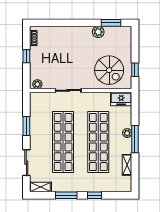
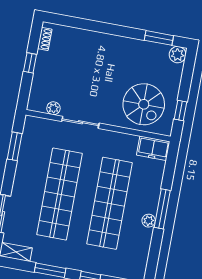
plant: (98, 32) -> (178, 55), moved
plant: (37, 84) -> (53, 108), moved
window: (26, 126) -> (15, 146), moved
plant: (127, 133) -> (149, 221), moved
shelving: (127, 165) -> (144, 243), removed

